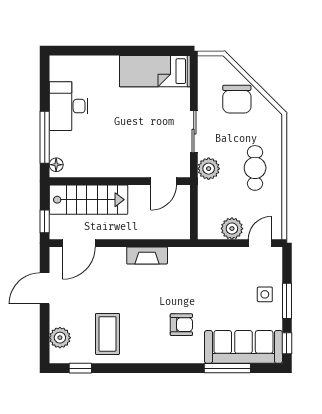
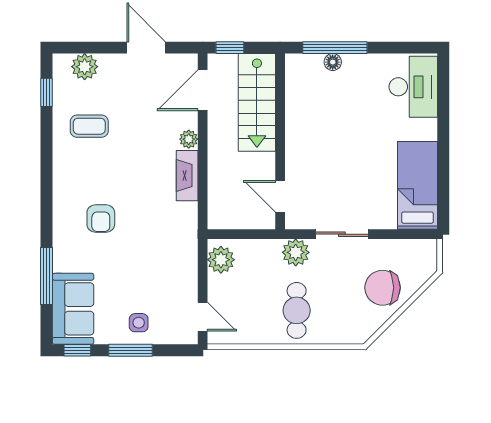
desk: (69, 106) -> (413, 87), moved, turned 90
floor lamp: (56, 165) -> (333, 62), moved
cafe table: (255, 168) -> (297, 310), turned 90
plant: (232, 229) -> (221, 260), moved
door: (79, 243) -> (203, 90), hinge flipped
plant: (118, 254) -> (189, 139), added
coffee table: (108, 334) -> (89, 126), width x0.73, depth x0.77
sofa: (243, 347) -> (73, 309), width x0.73

